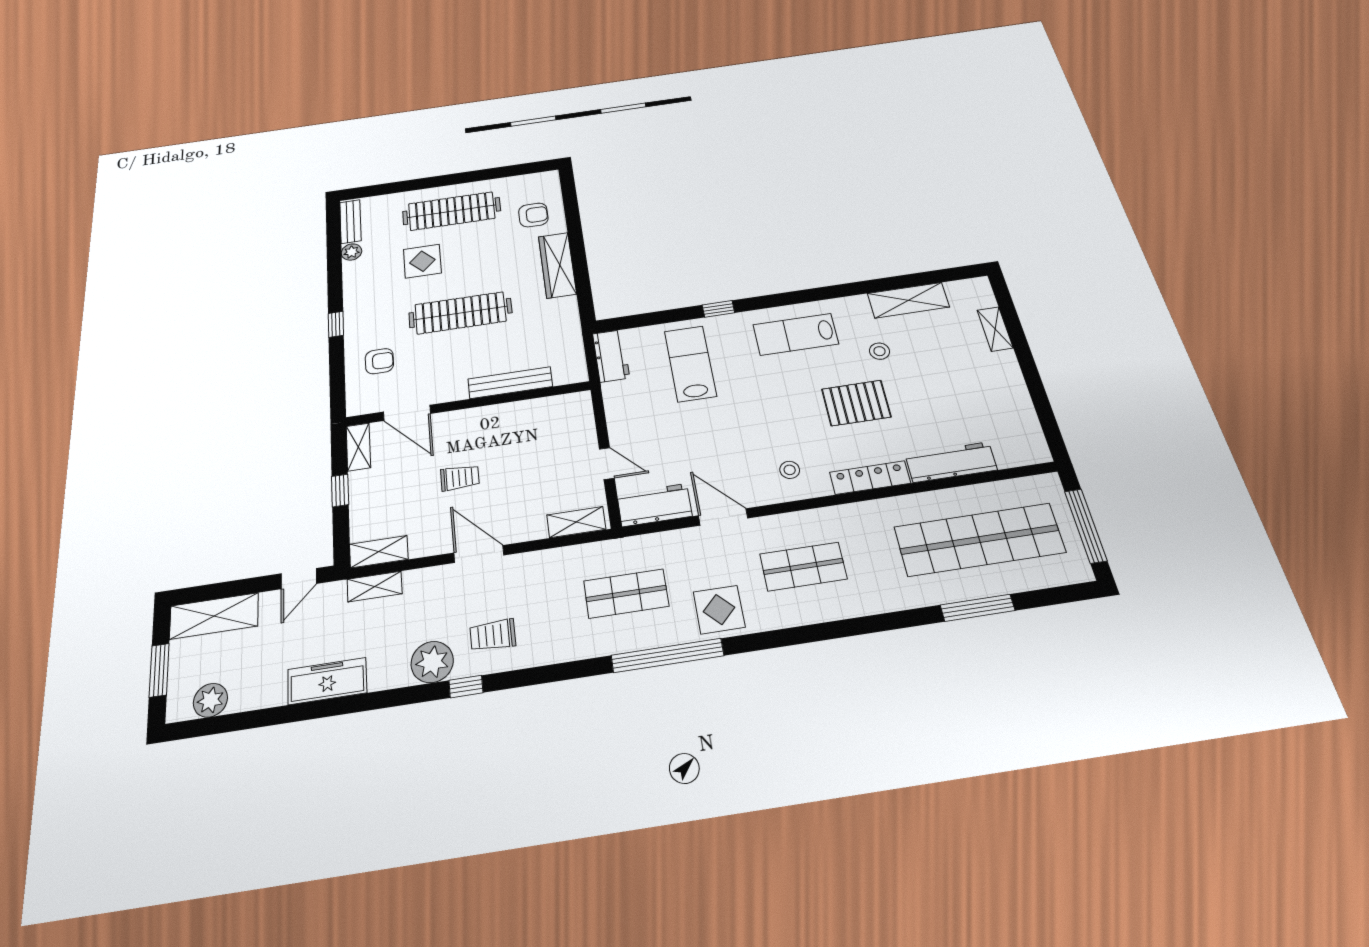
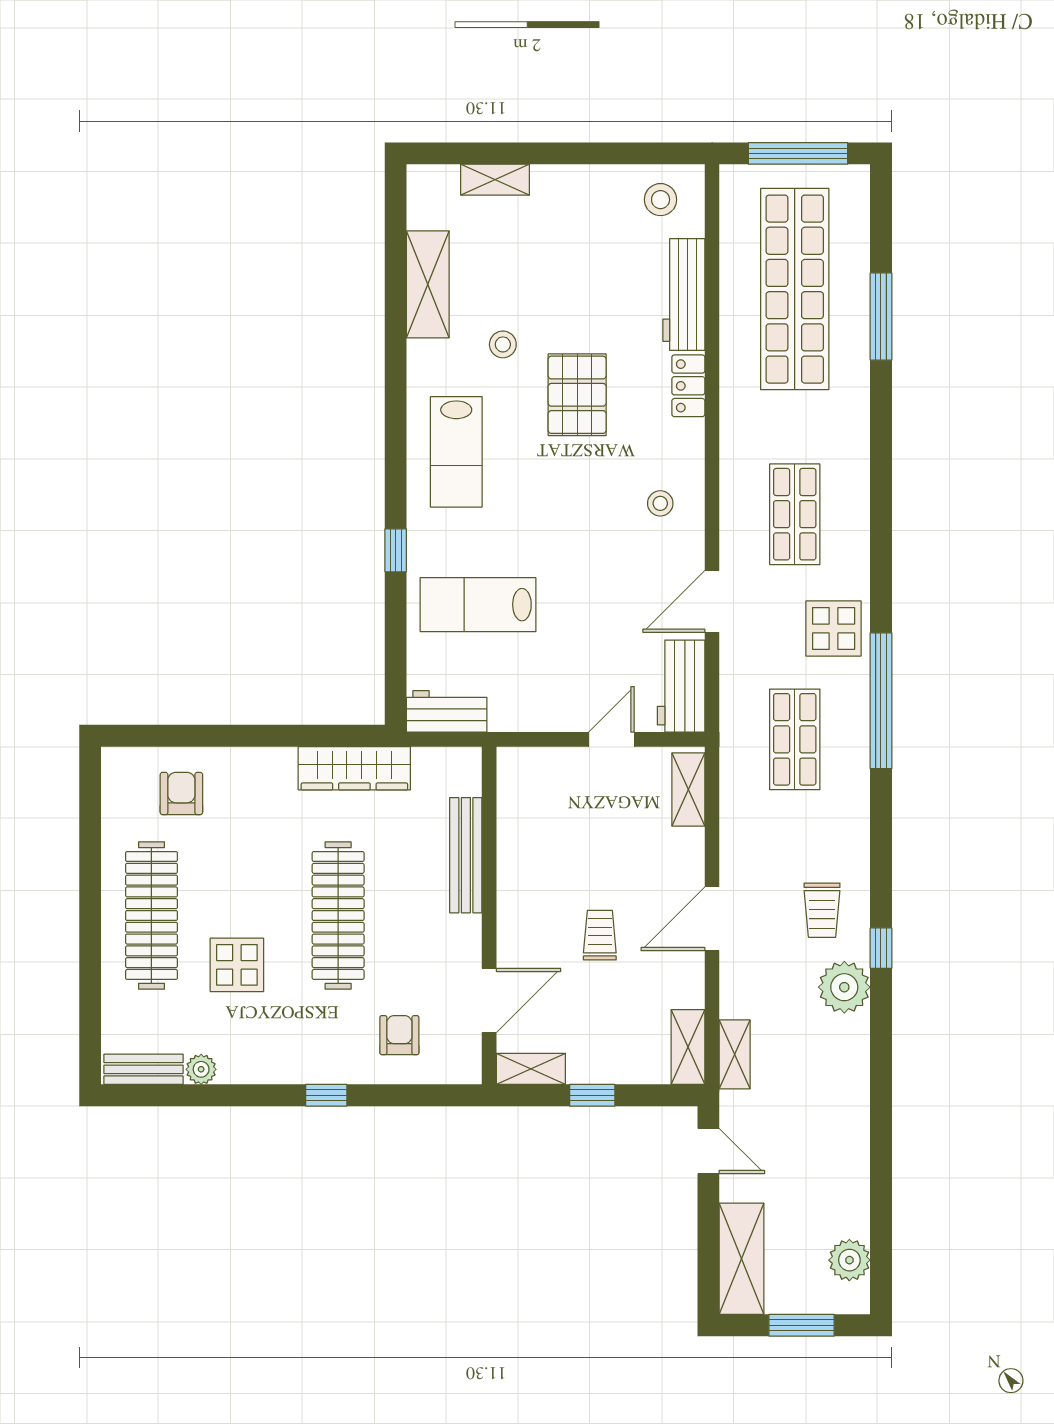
wardrobe: (557, 265) -> (354, 768), moved
stool: (1017, 436) -> (661, 200), added
locker: (870, 478) -> (688, 386), width x0.66
freezer: (327, 681) -> (848, 1117), removed

